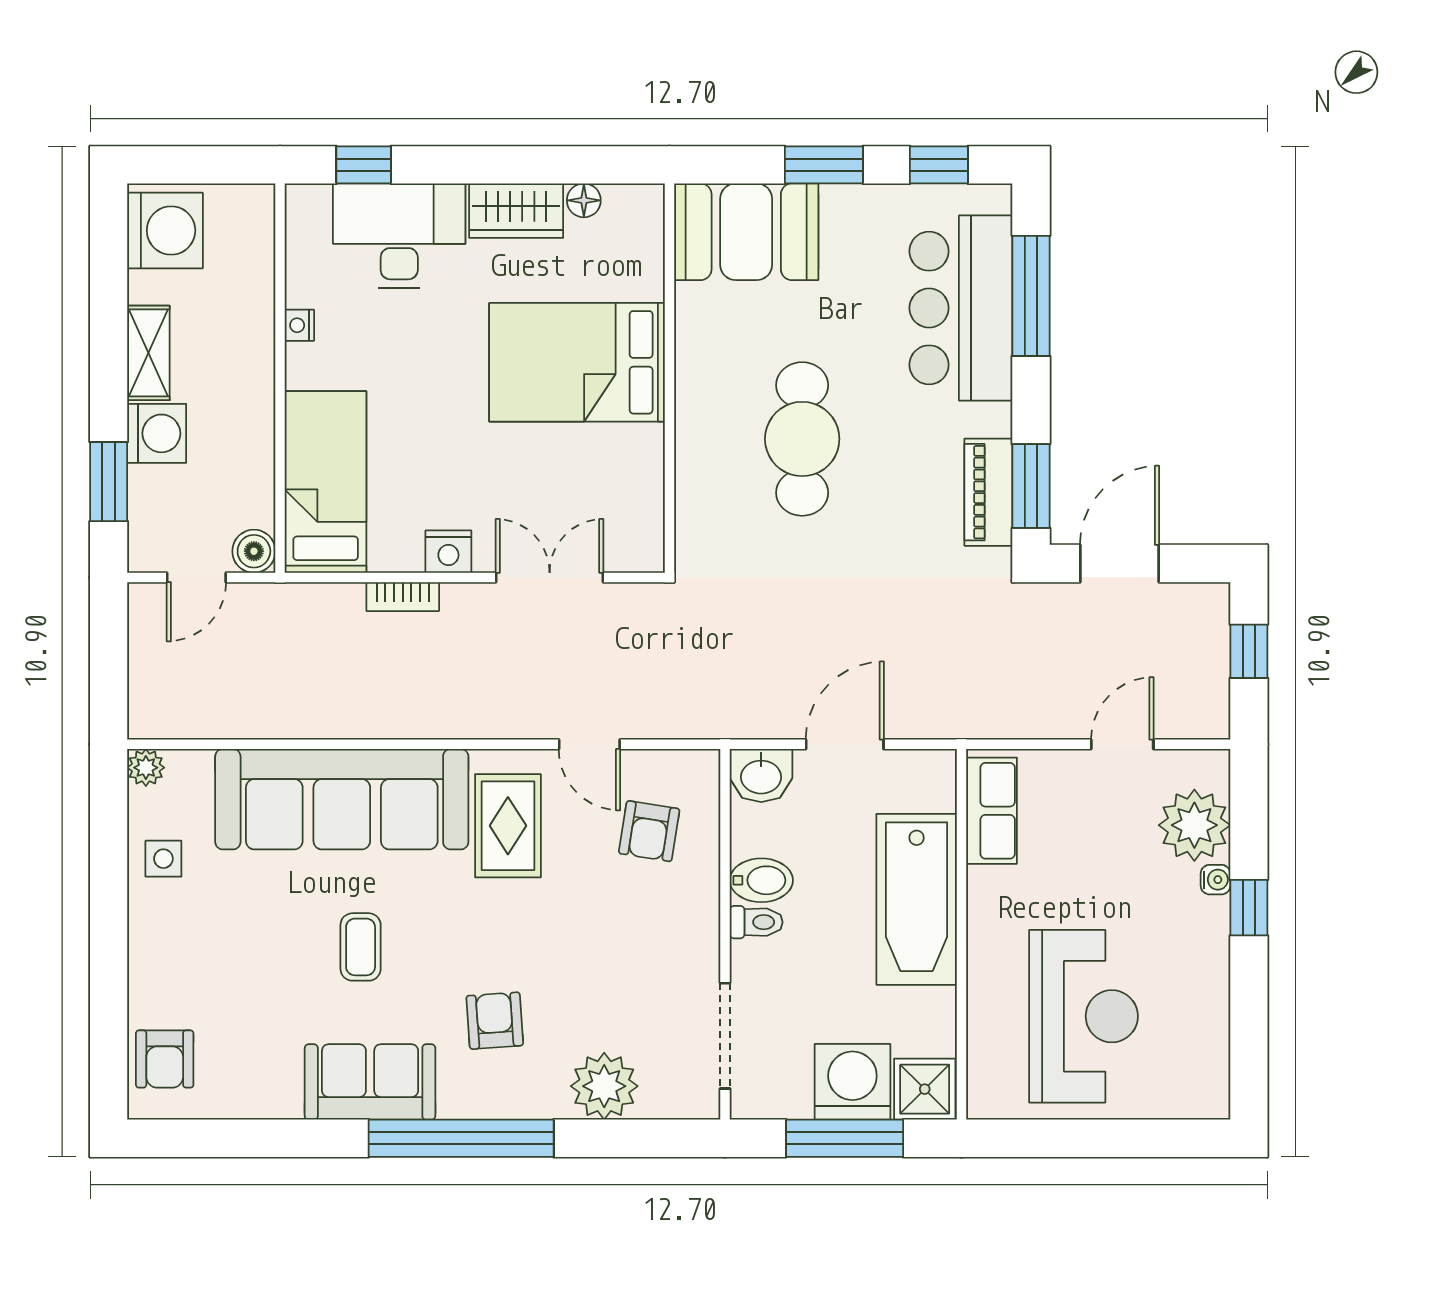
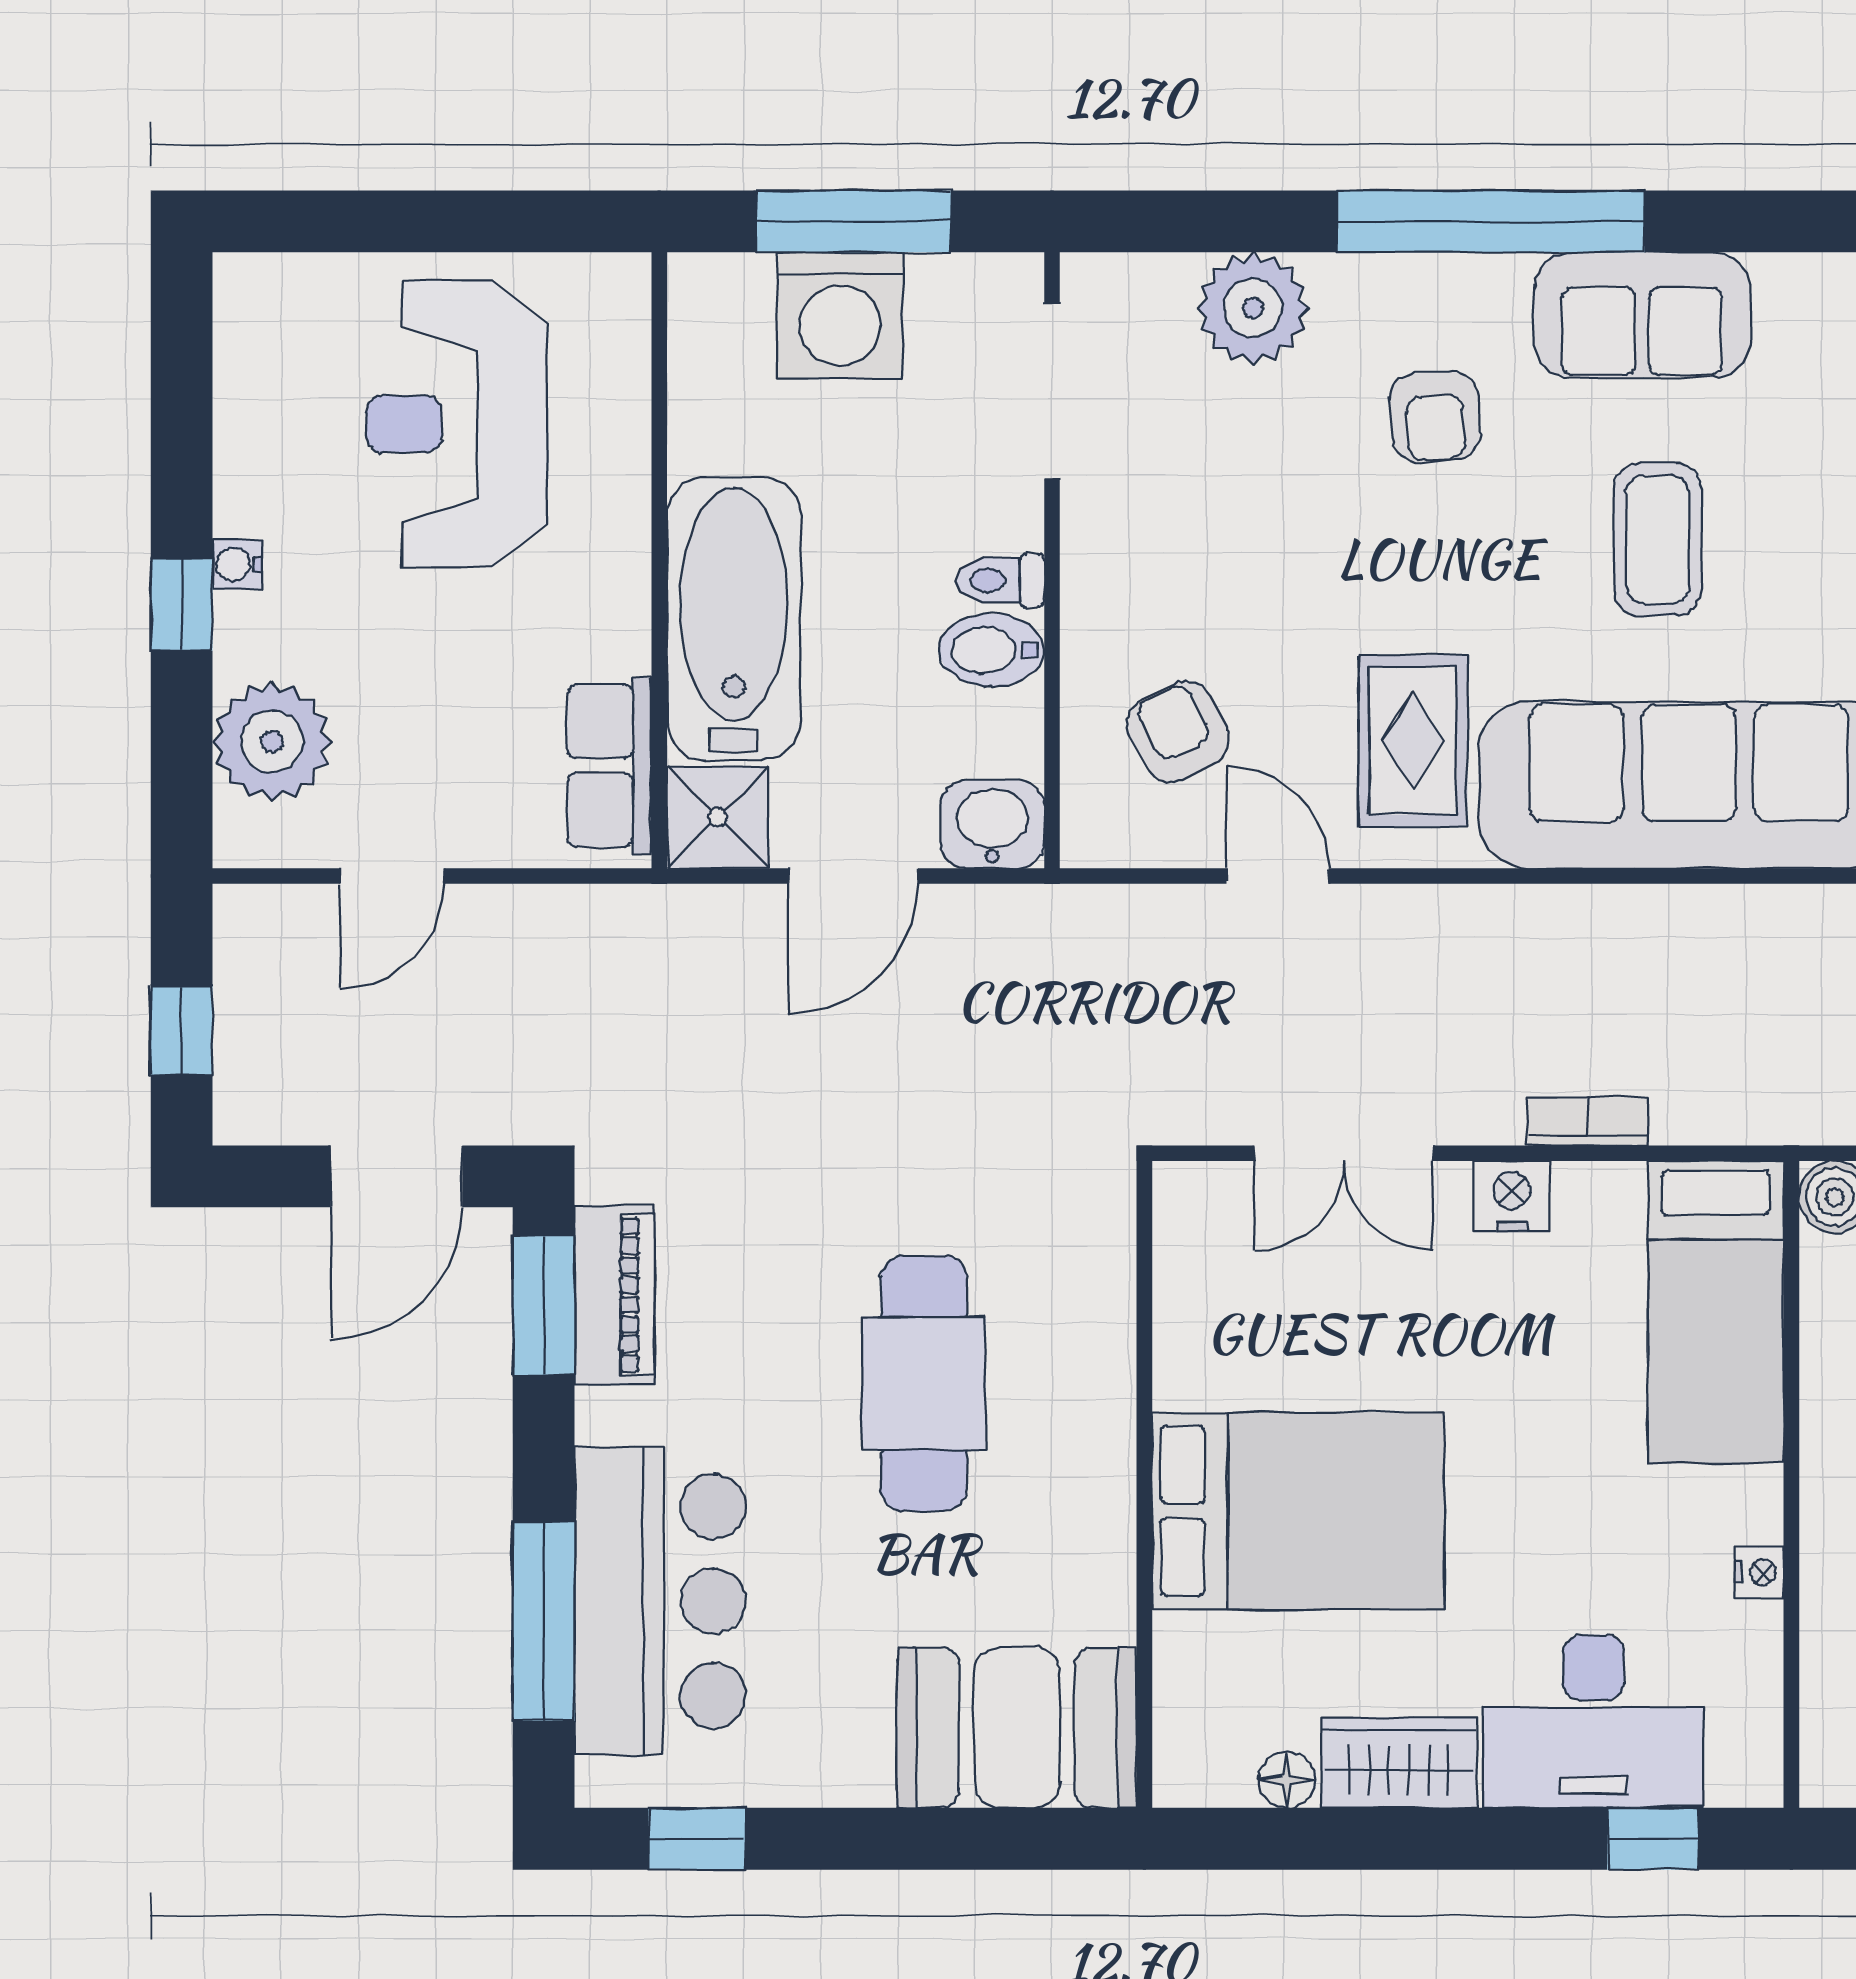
window: (824, 165) -> (888, 1839), removed
armchair: (649, 831) -> (1178, 732), turned -36
water cooler: (1215, 880) -> (237, 564), moved
coffee table: (361, 947) -> (1658, 539), width x1.36, depth x1.30
shower: (925, 1089) -> (718, 817), moved

